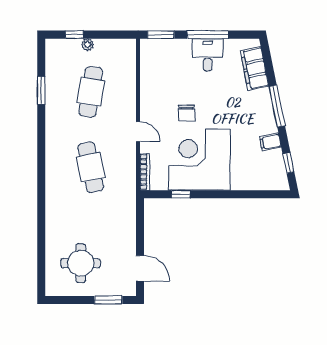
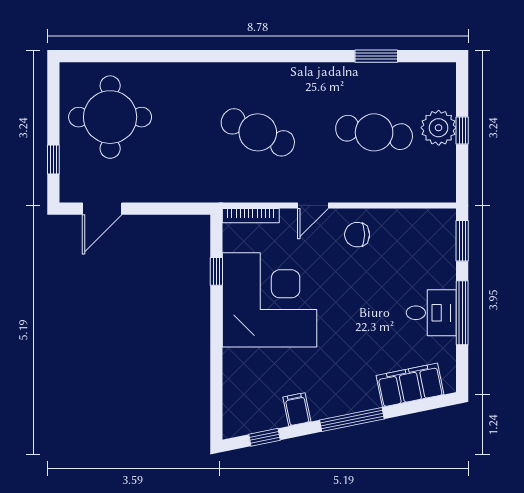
window: (74, 35) -> (462, 131), moved
plant: (88, 45) -> (439, 128), width x1.87, depth x1.87
chair: (186, 113) -> (357, 235), moved
cafe table: (91, 167) -> (258, 132), turned 36
round table: (81, 263) -> (110, 117), width x1.36, depth x1.36
window: (108, 300) -> (53, 160), width x0.67

